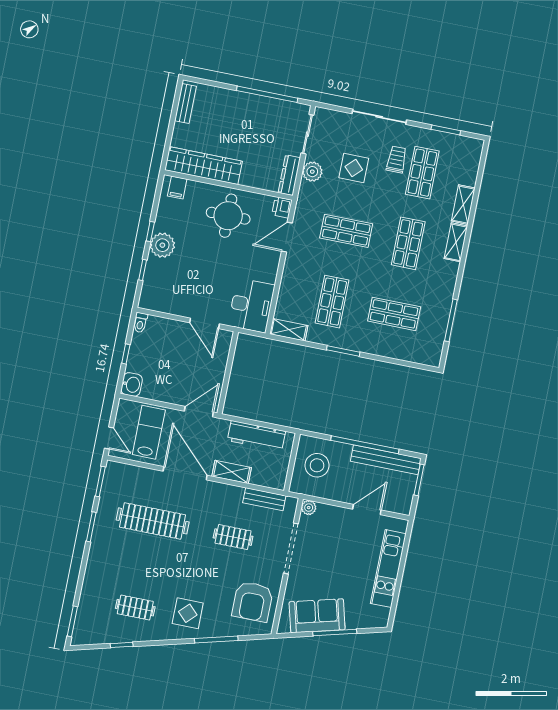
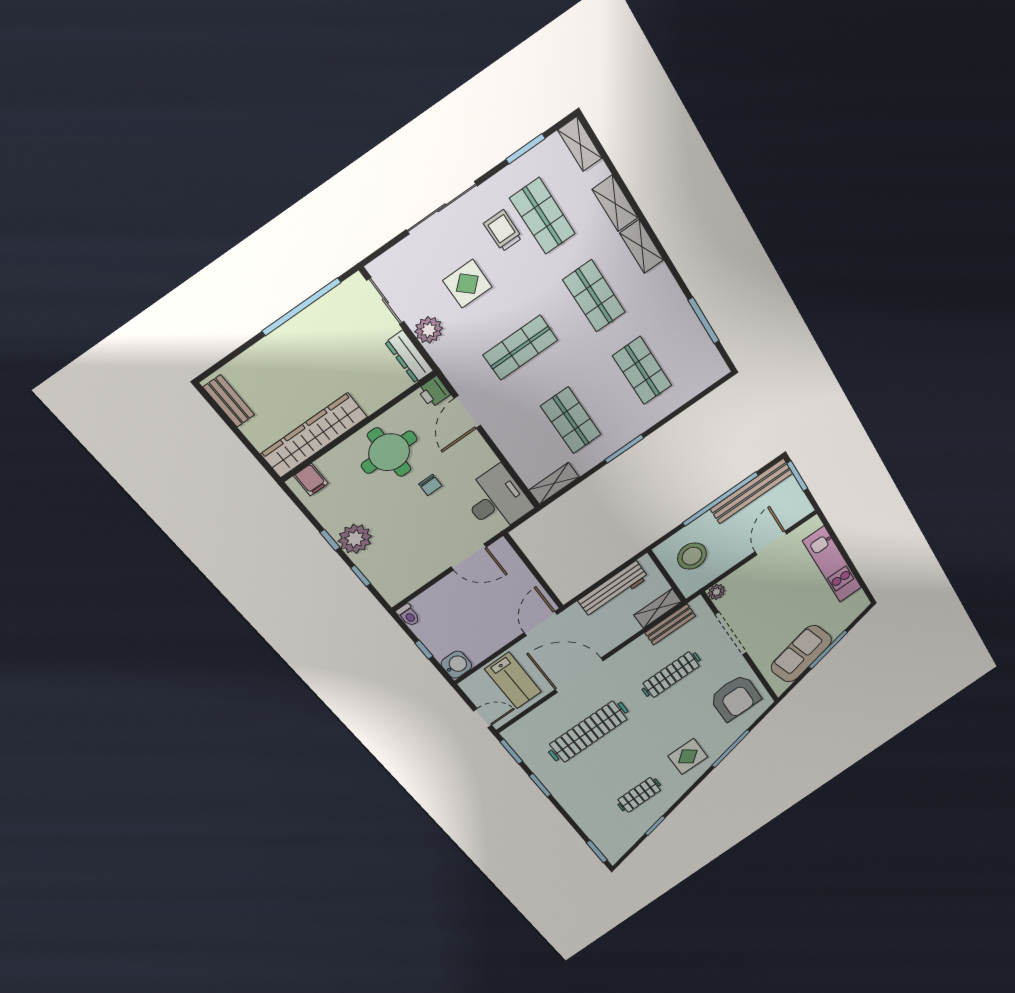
shelving: (474, 155) -> (580, 144), added
chair: (229, 258) -> (430, 485), added
shop shelf: (394, 314) -> (642, 371), turned 90
lab bench: (149, 432) -> (513, 680), turned 180
shelving: (232, 472) -> (658, 608), moved
clothes rail: (233, 537) -> (671, 675), width x1.36

